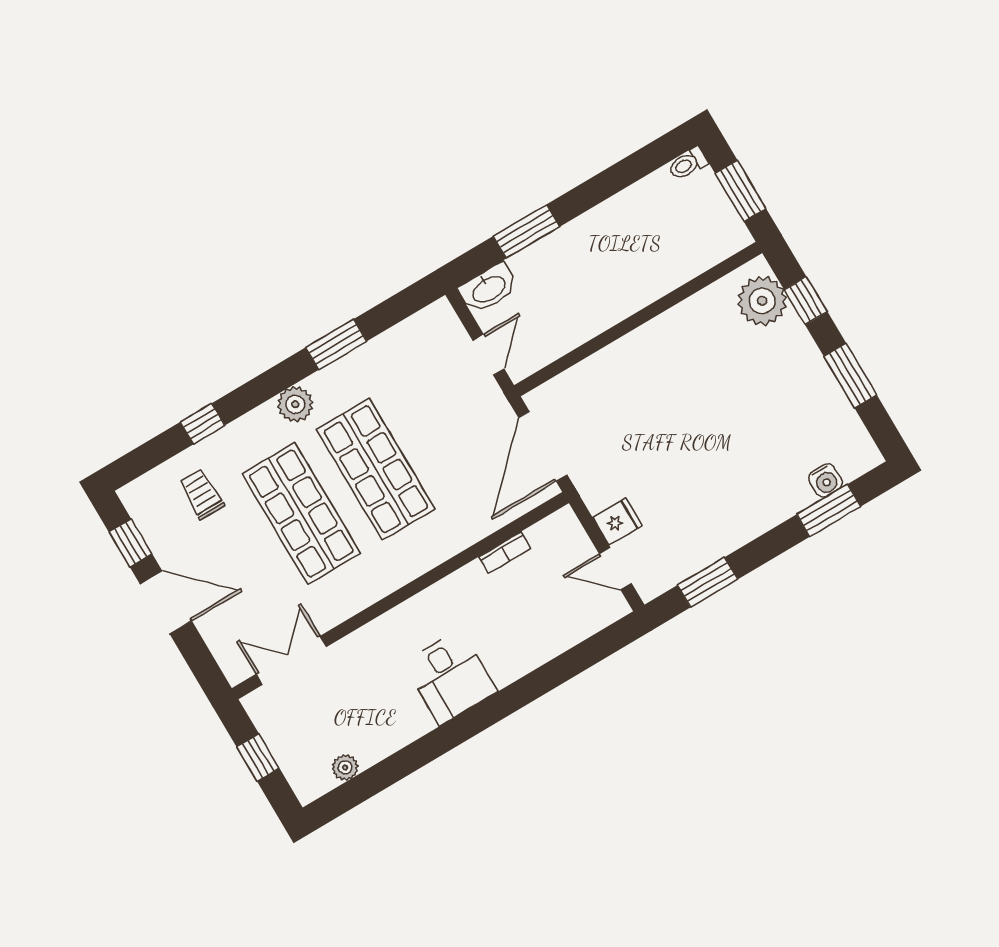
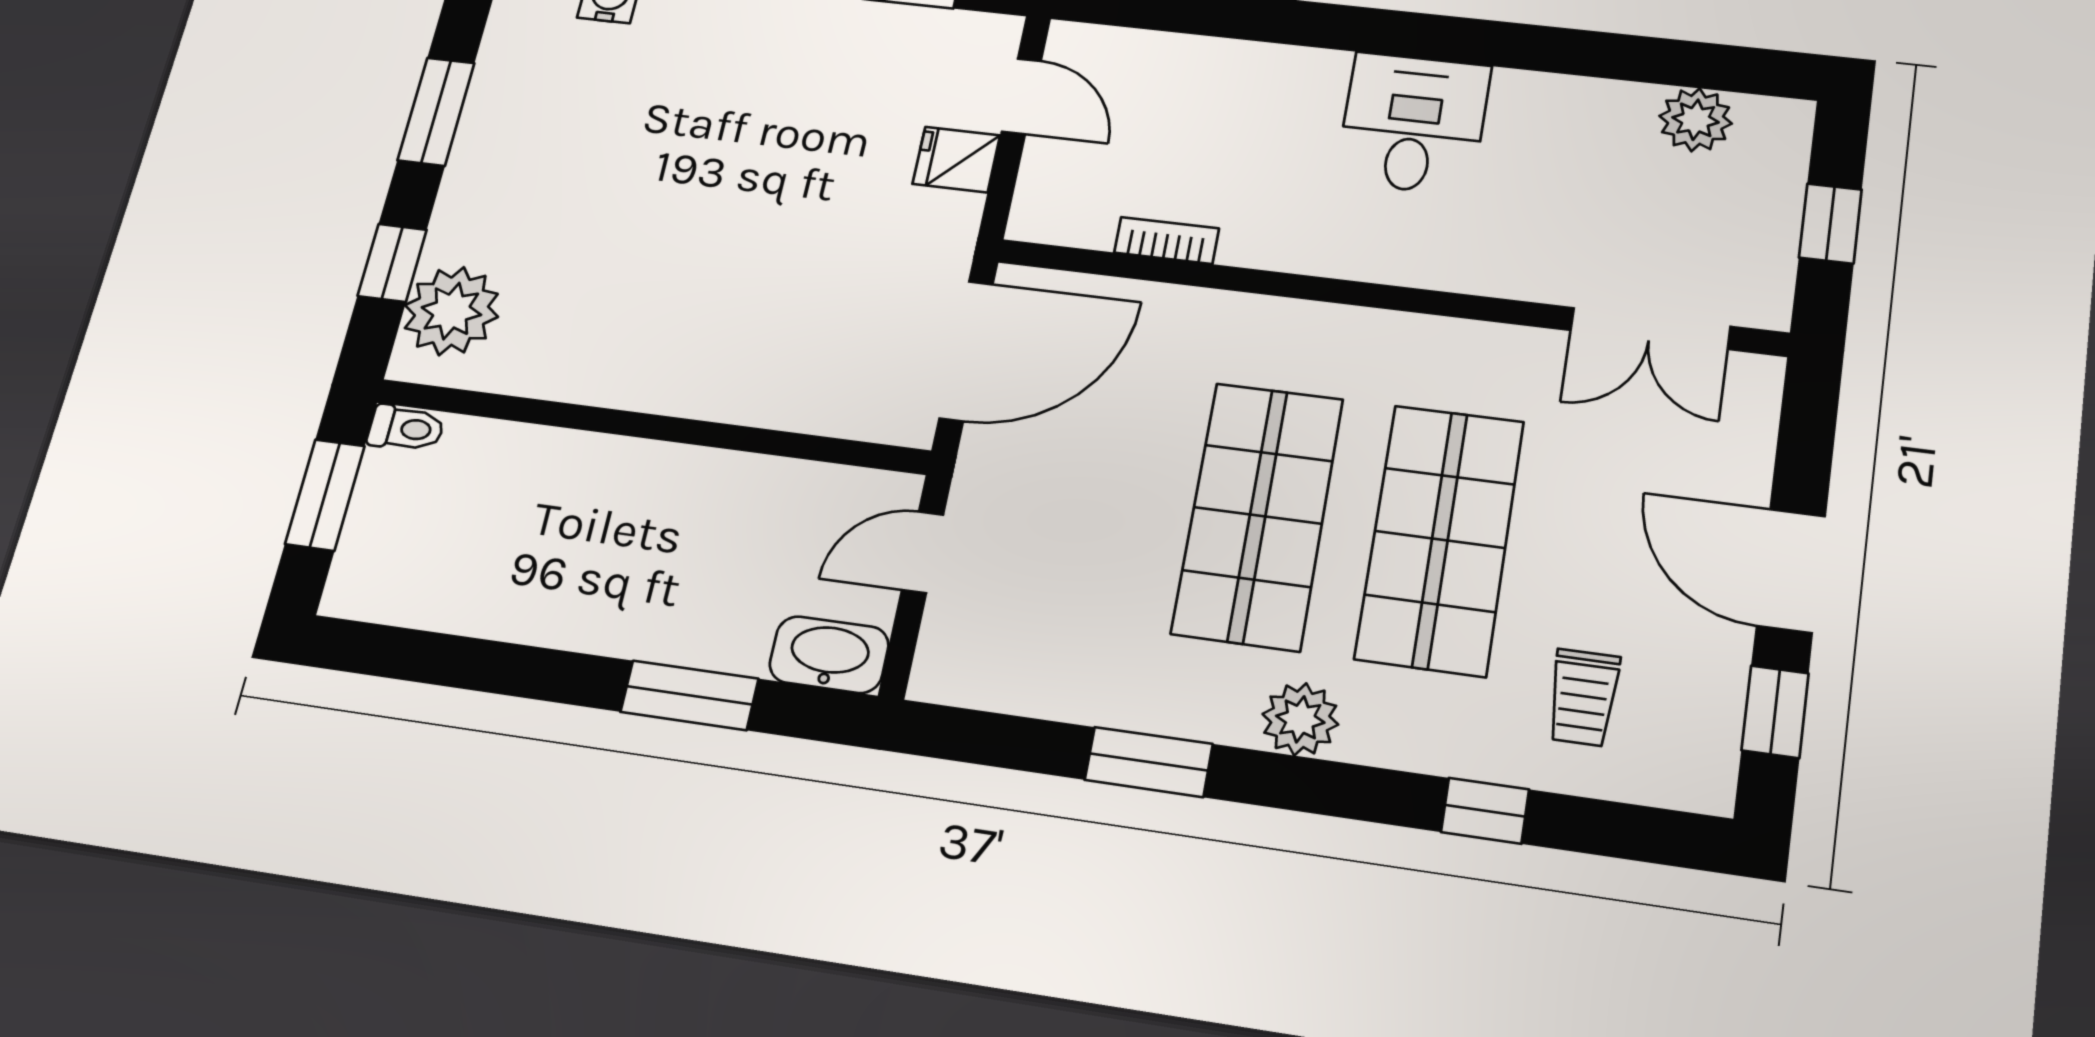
toilet: (688, 164) -> (406, 428), moved
plant: (345, 767) -> (1696, 120), width x1.38, depth x1.38

